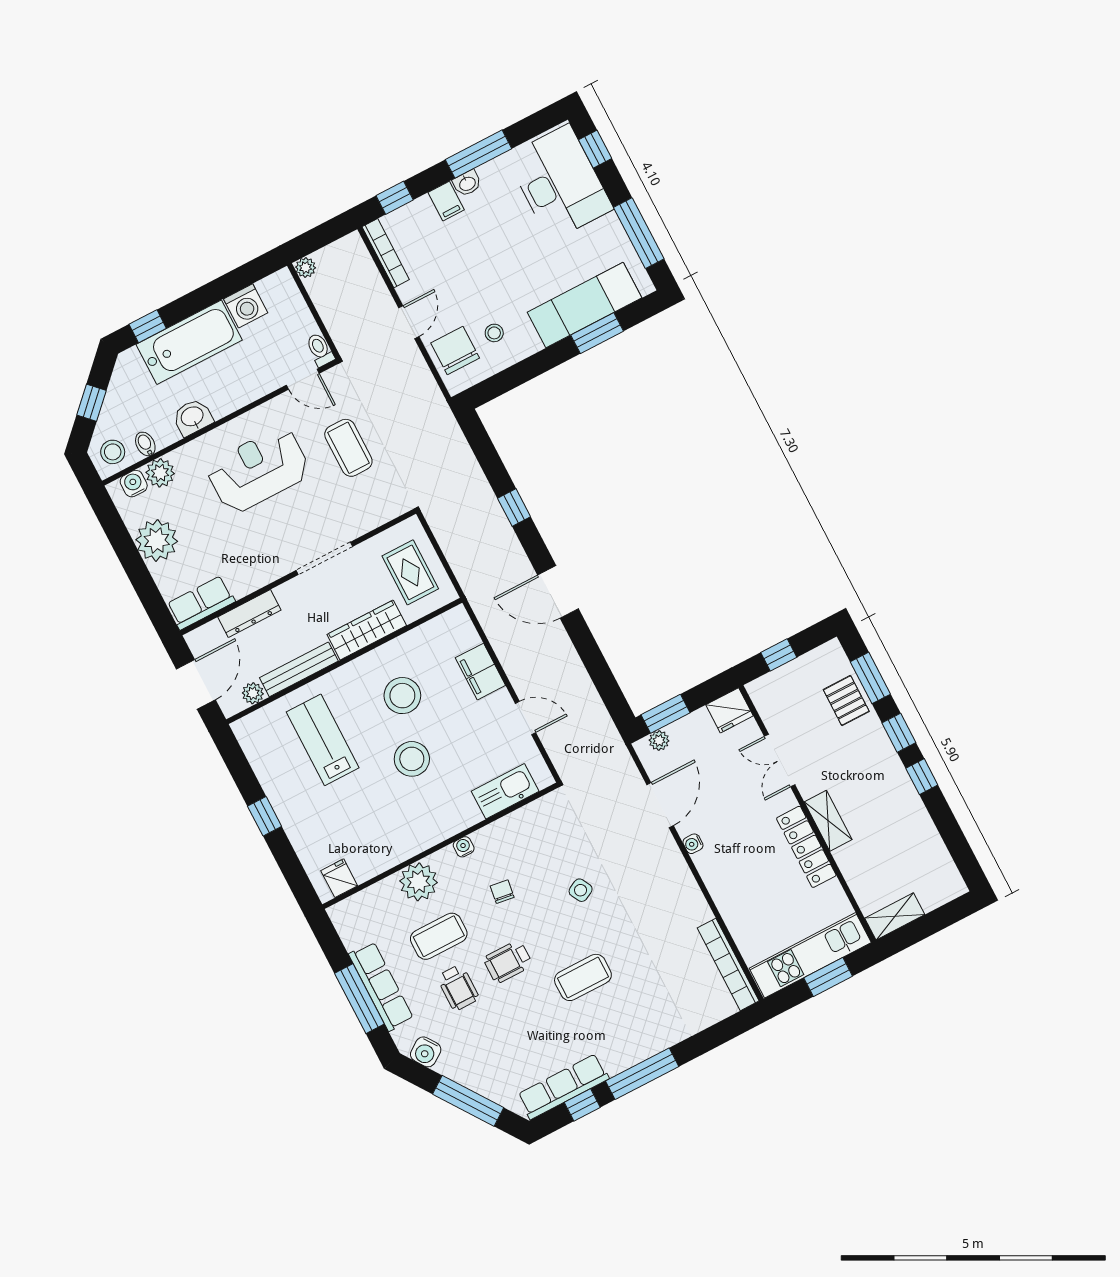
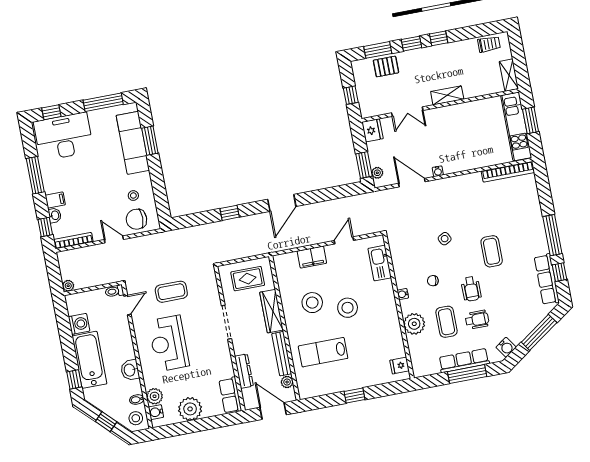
washbasin: (467, 183) -> (55, 215), moved
locker: (806, 847) -> (458, 111), removed
trolley: (938, 866) -> (489, 44), added

